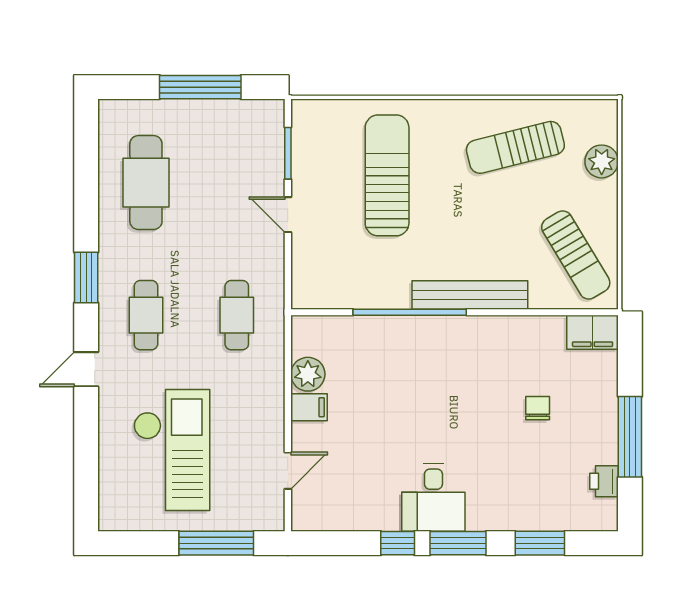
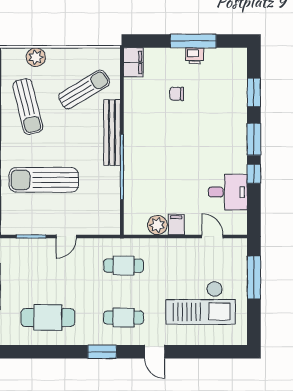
sun lounger: (576, 255) -> (84, 90), moved
checkout: (172, 450) -> (201, 303), turned 180
printer: (604, 481) -> (195, 56), moved
desk: (433, 497) -> (228, 192), moved

